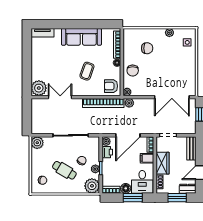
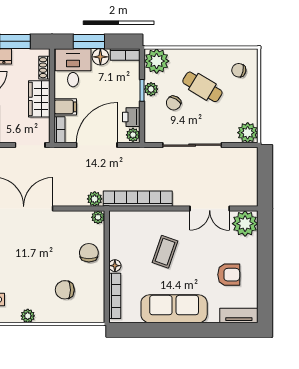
armchair: (111, 86) -> (229, 275), moved

